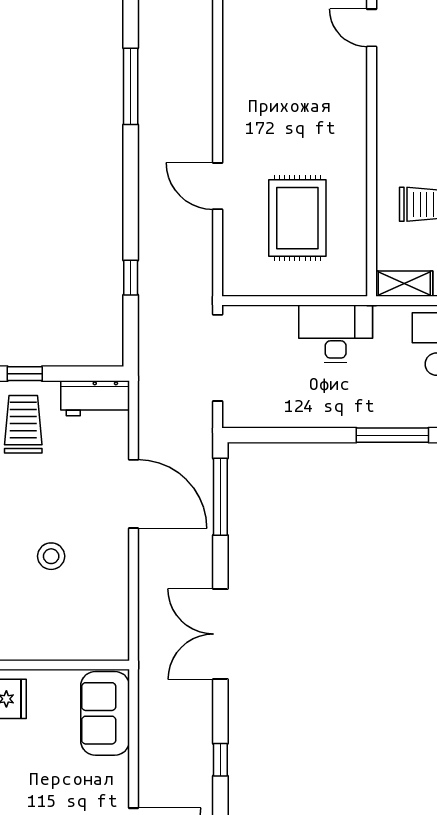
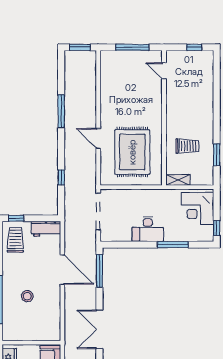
window: (131, 86) -> (61, 111), moved
rug: (297, 218) -> (132, 152), width x1.37, depth x1.44
desk: (336, 334) -> (148, 229), moved, turned 180

